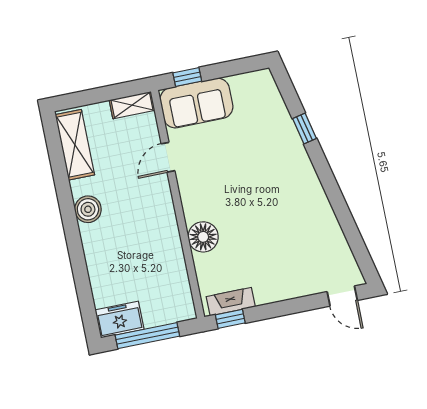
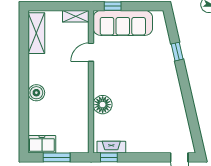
sofa: (196, 103) -> (123, 23), width x1.36
boiler: (88, 209) -> (36, 93), moved
window: (147, 336) -> (57, 157), width x0.69

